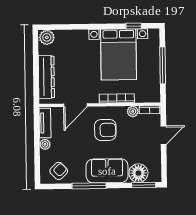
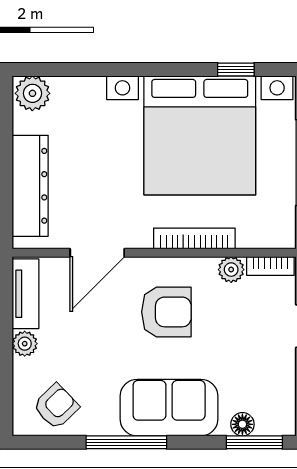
bed with nightstands: (119, 54) -> (200, 135), width x1.36
floor lamp: (138, 173) -> (242, 424), width x0.53, depth x0.53

